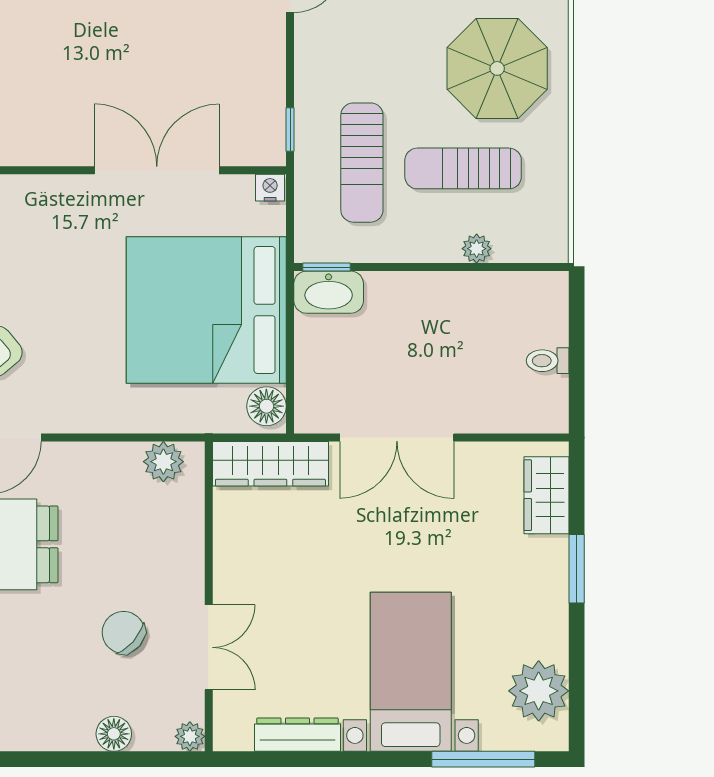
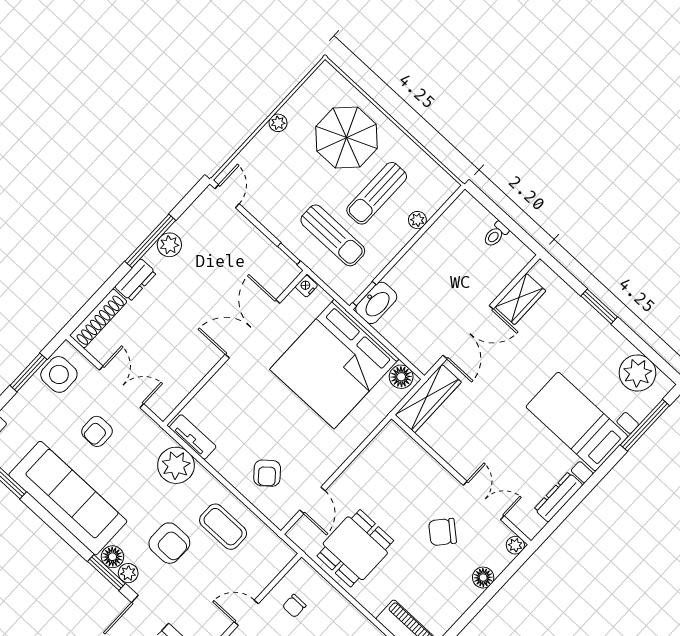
plant: (163, 462) -> (384, 445), removed
wardrobe: (547, 495) -> (520, 299), moved, turned -90

